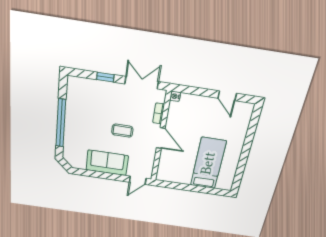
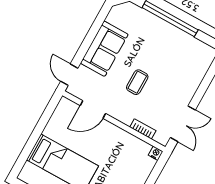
window: (105, 77) -> (202, 89), removed
door: (161, 138) -> (93, 110), moved

